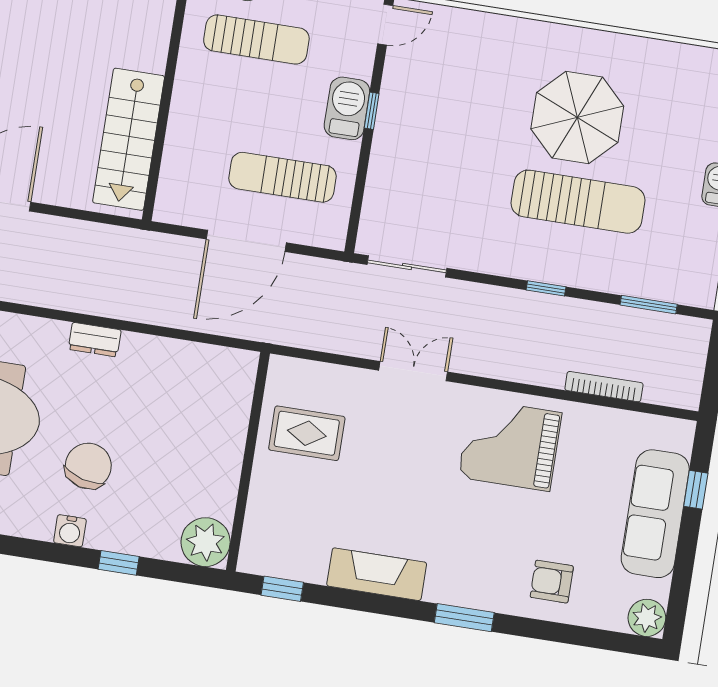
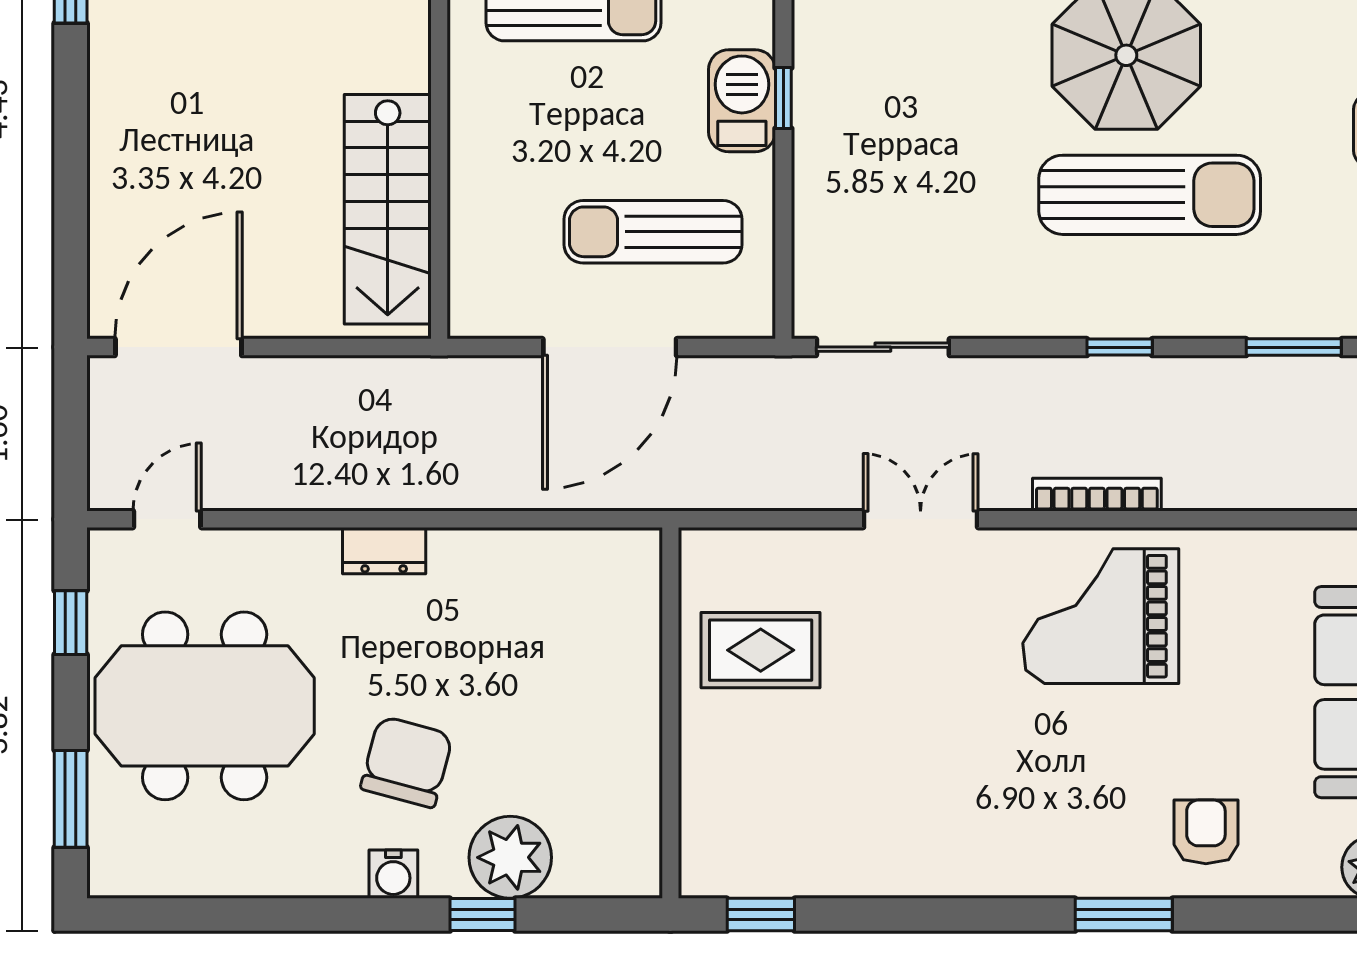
bookcase: (604, 387) -> (1097, 495), moved
plant: (206, 542) -> (510, 857), moved
fireplace: (377, 574) -> (914, 866), removed
armchair: (552, 582) -> (1206, 832), turned 90
window: (464, 618) -> (1124, 915), moved

